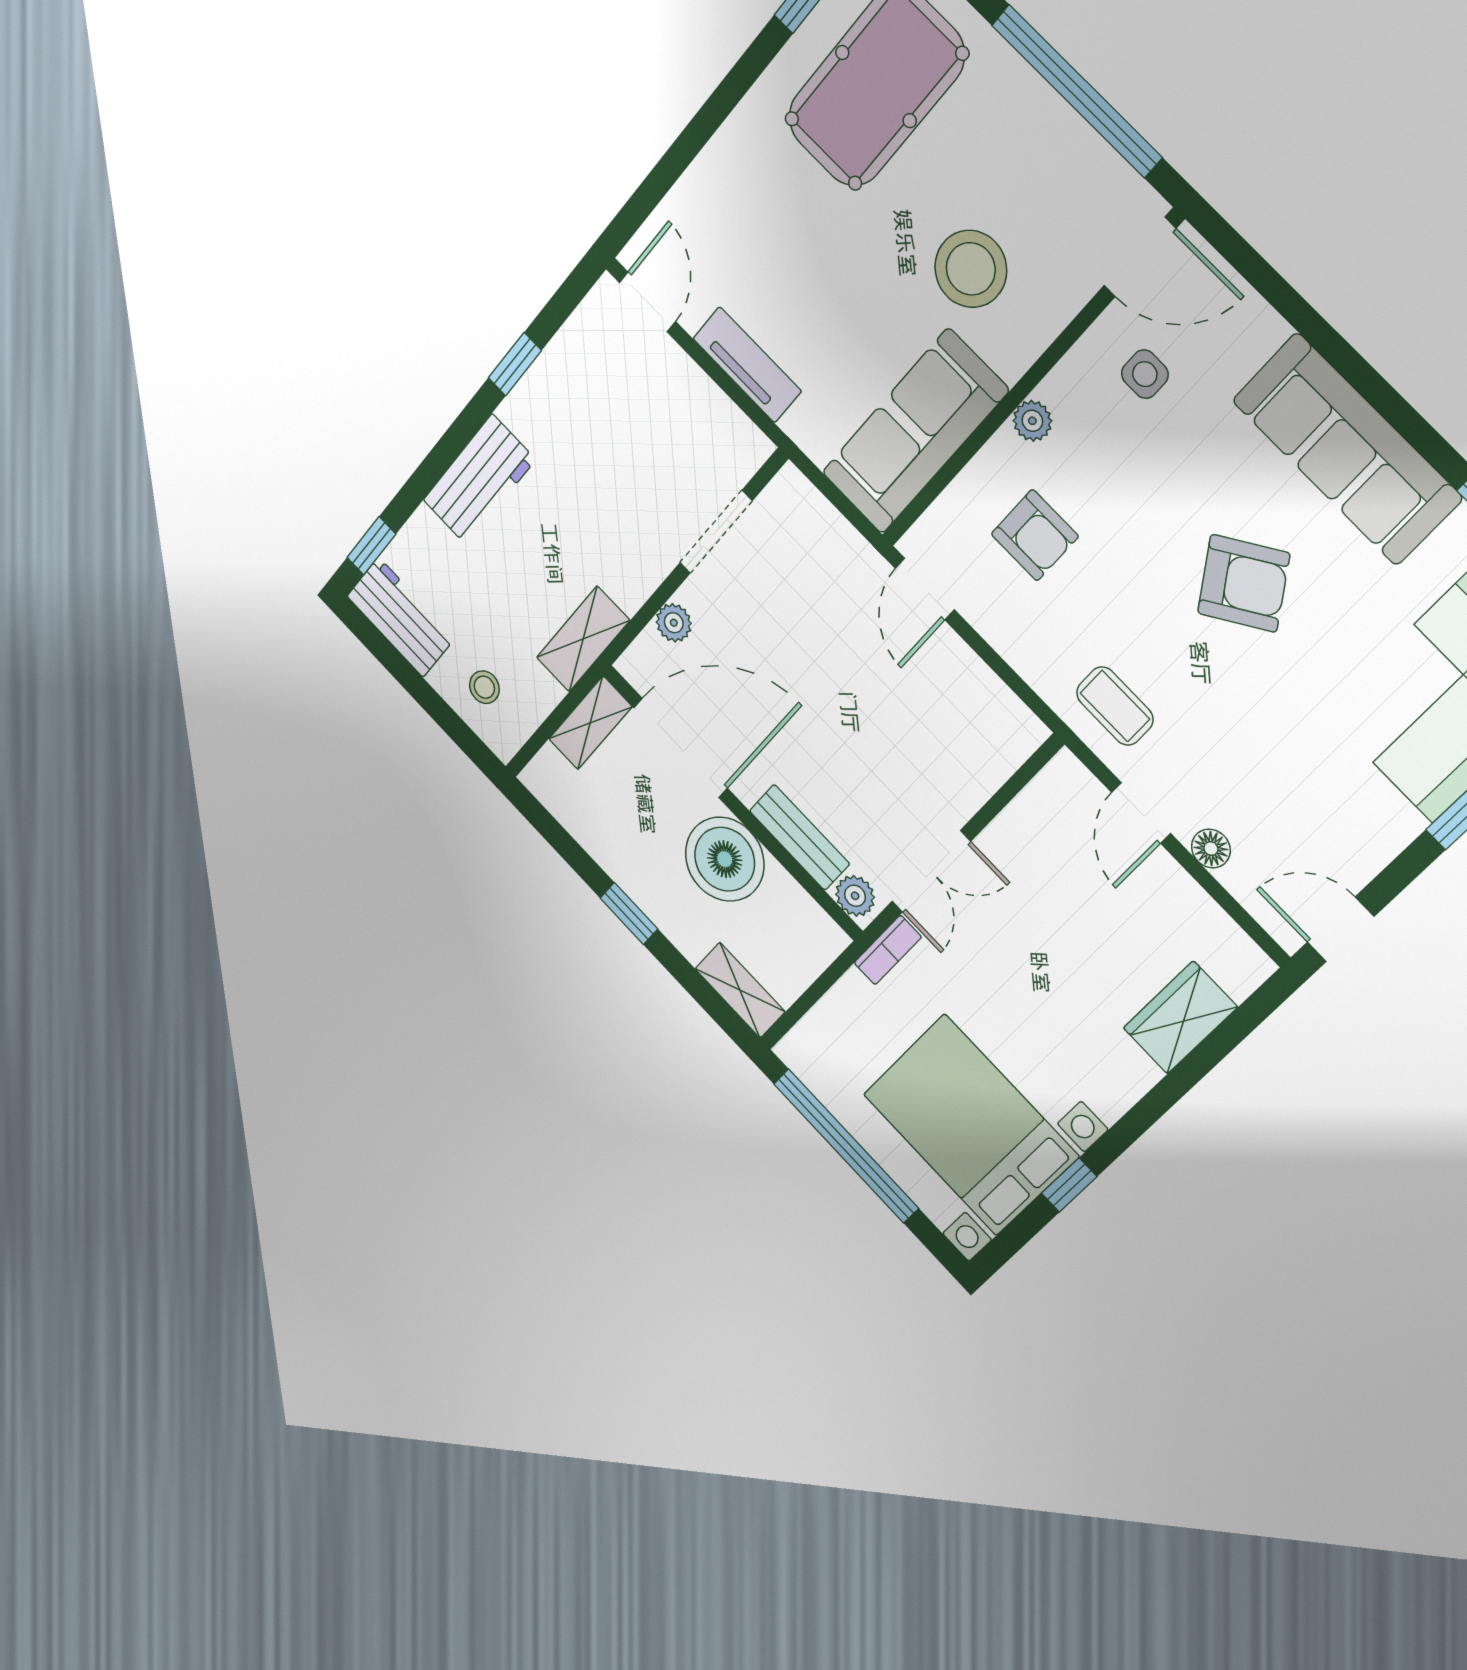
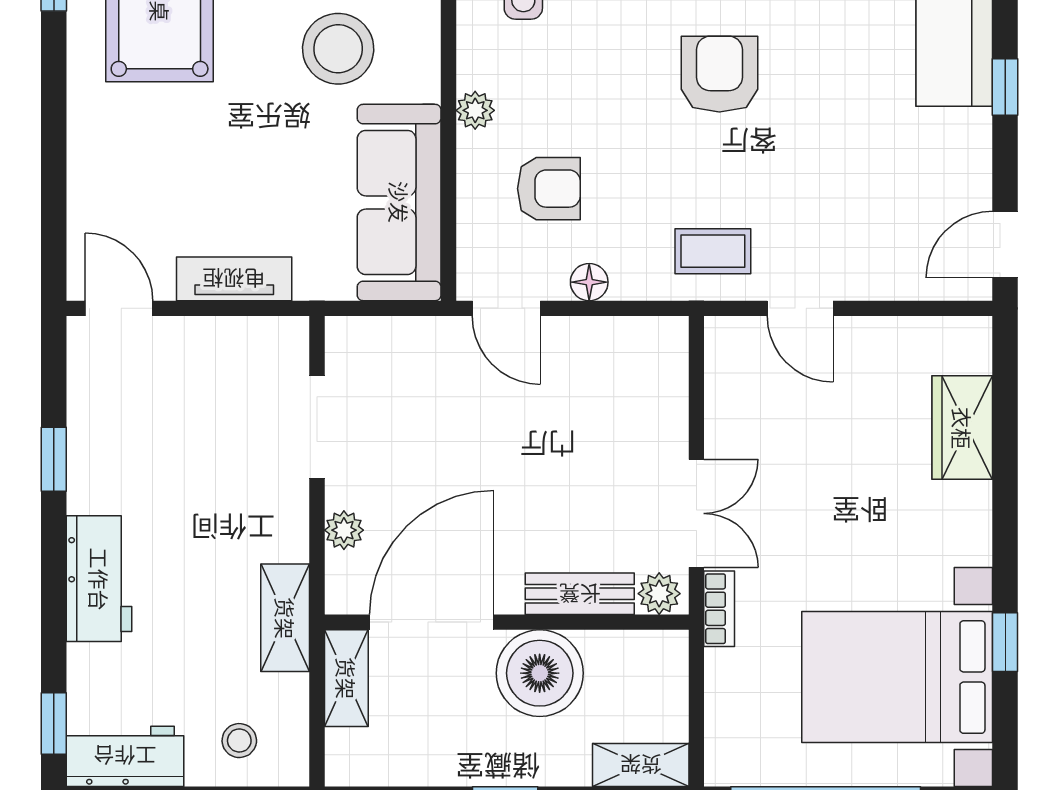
armchair: (1244, 583) -> (719, 74), turned -57
floor lamp: (1211, 849) -> (589, 282), moved

